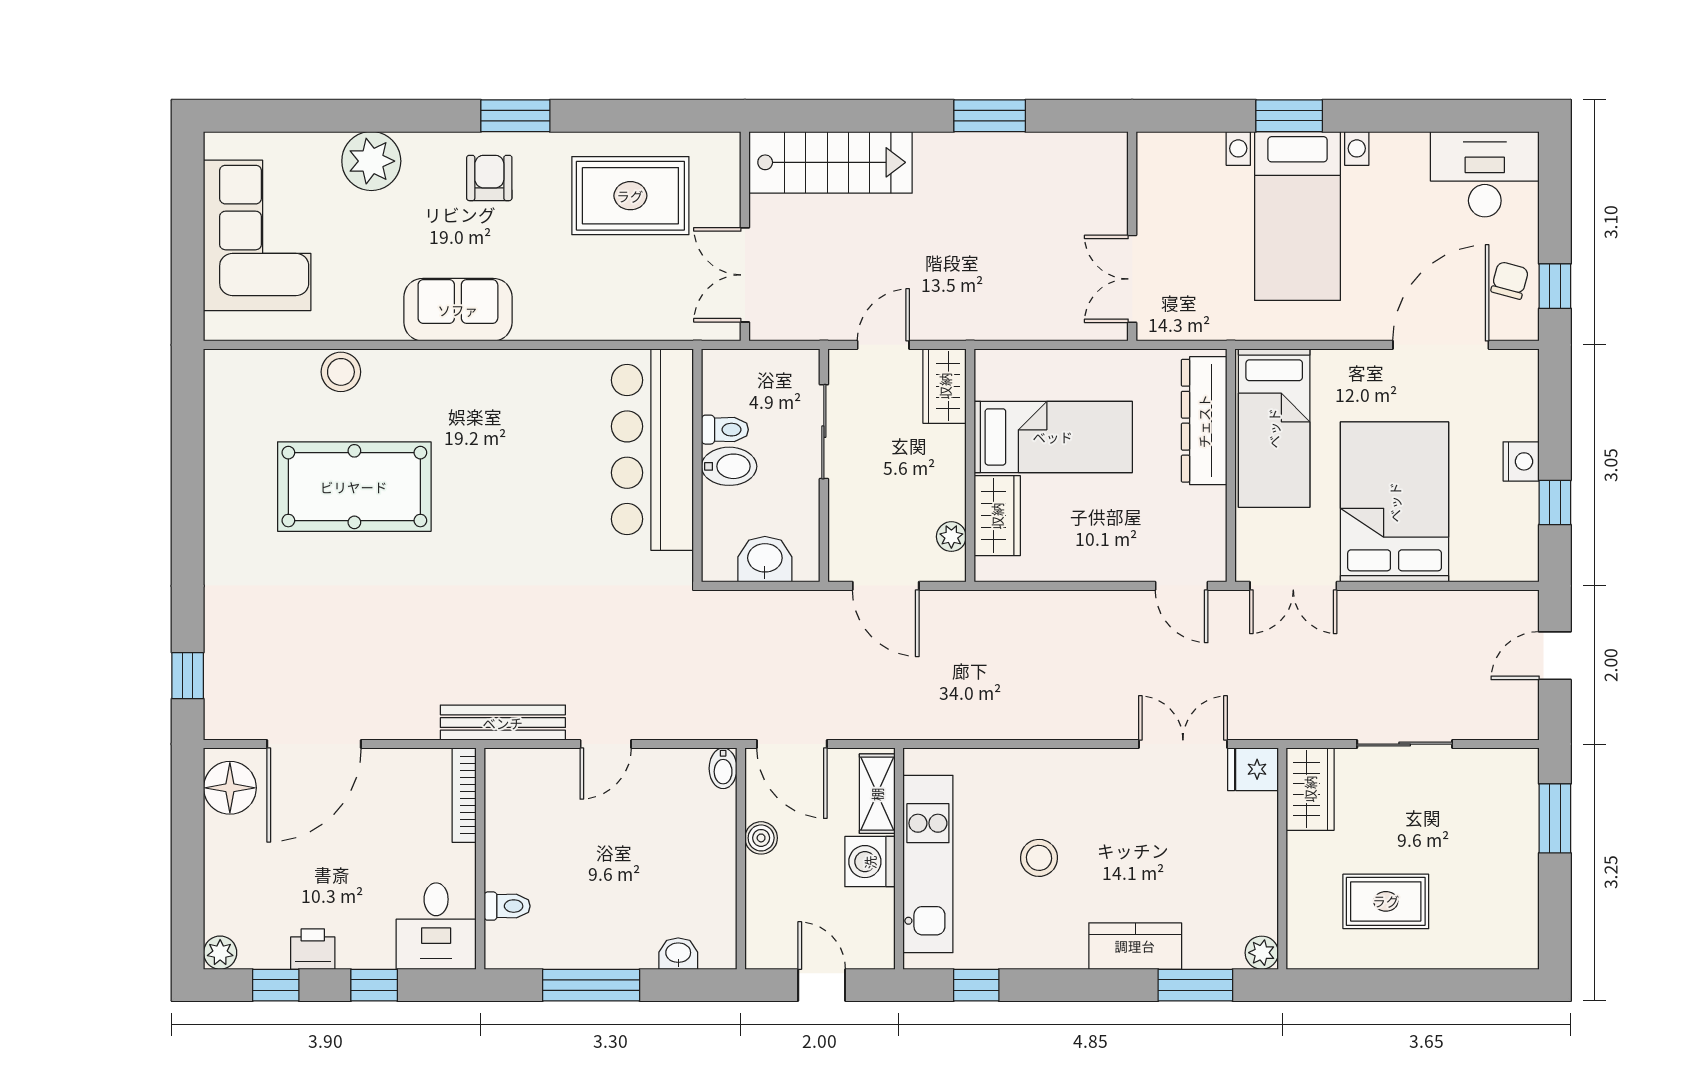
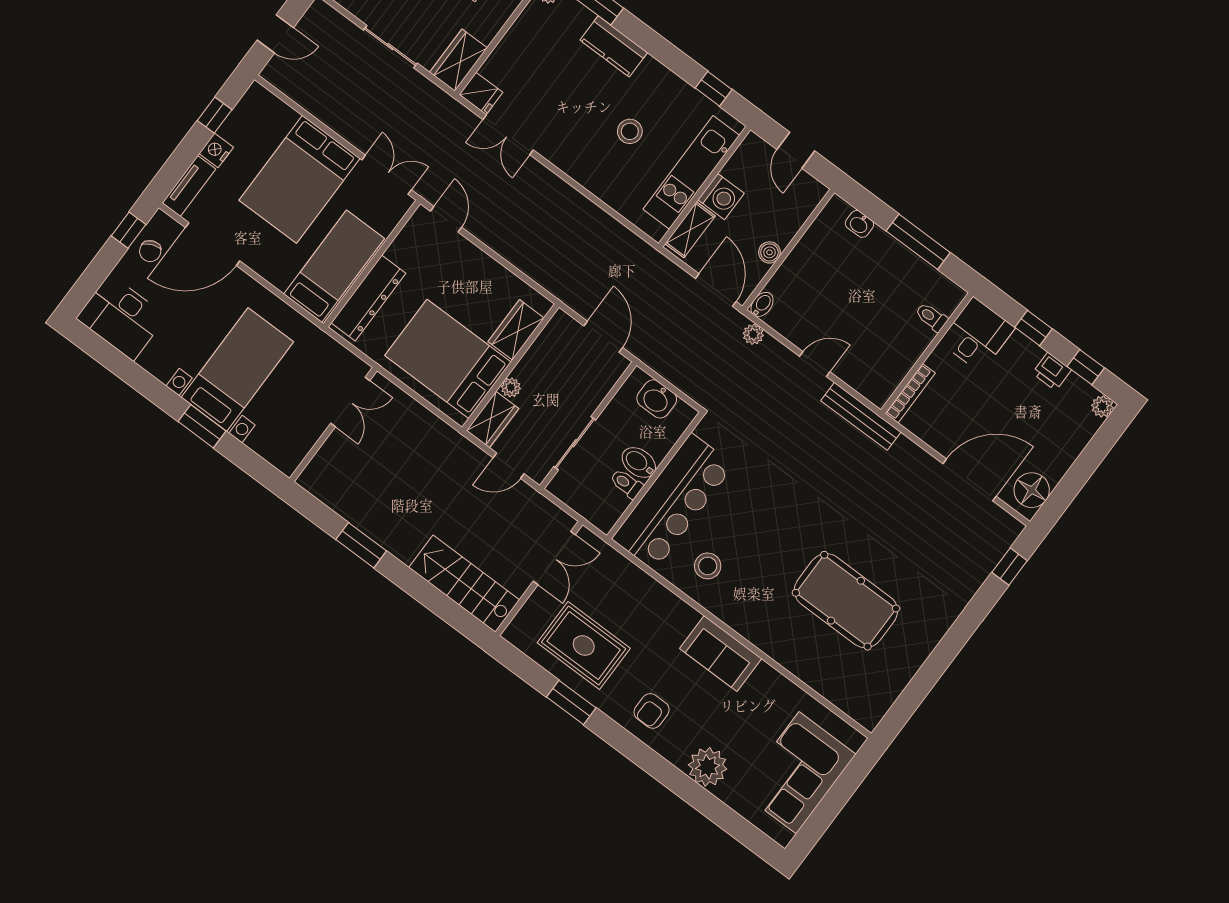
window: (515, 116) -> (571, 702), moved
chair: (1510, 280) -> (150, 251), turned -38
stool: (341, 372) -> (708, 566), moved
tv unit: (1522, 394) -> (189, 186), added
bed: (1053, 437) -> (448, 359), width x1.50
plant: (951, 537) -> (511, 387), moved
plant: (707, 724) -> (753, 334), added

